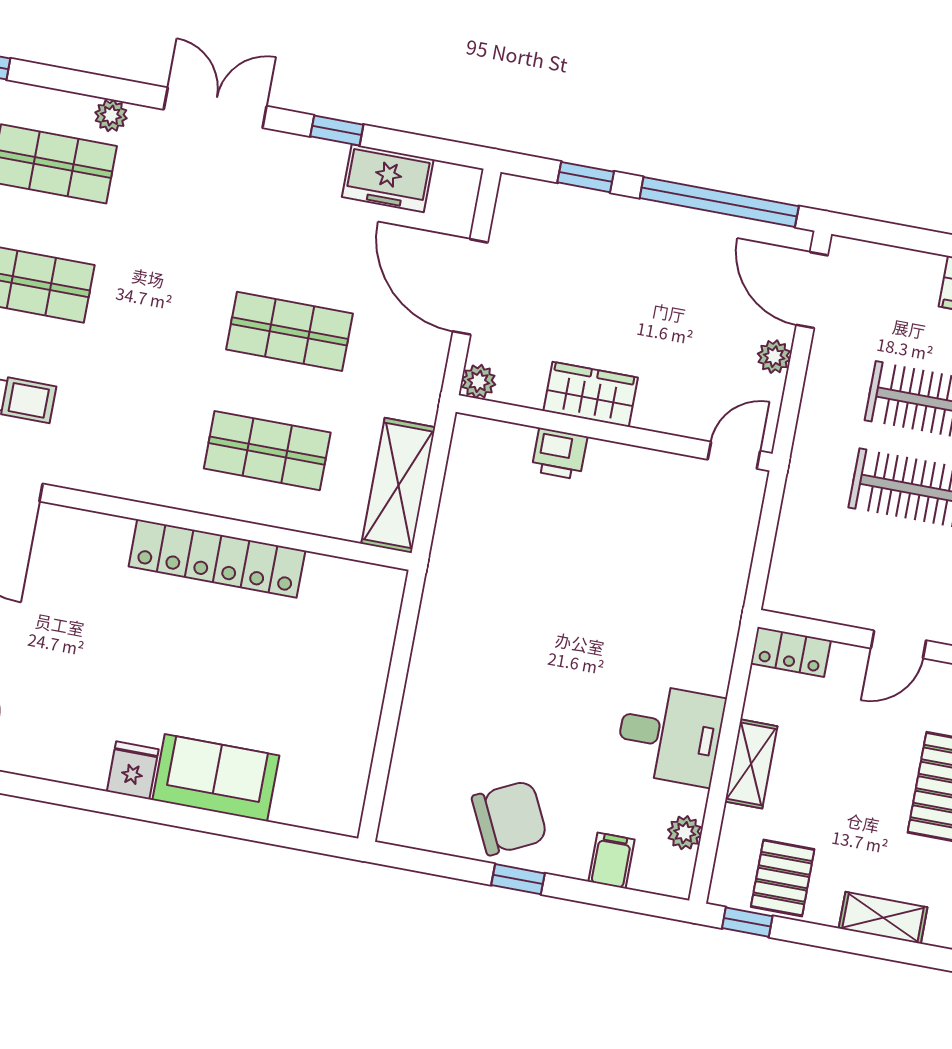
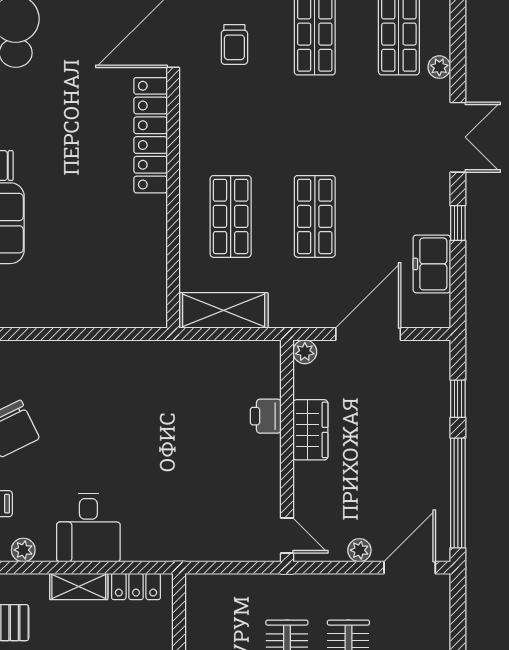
locker: (217, 559) -> (151, 135), moved
locker: (791, 652) -> (136, 587), moved, turned -90

